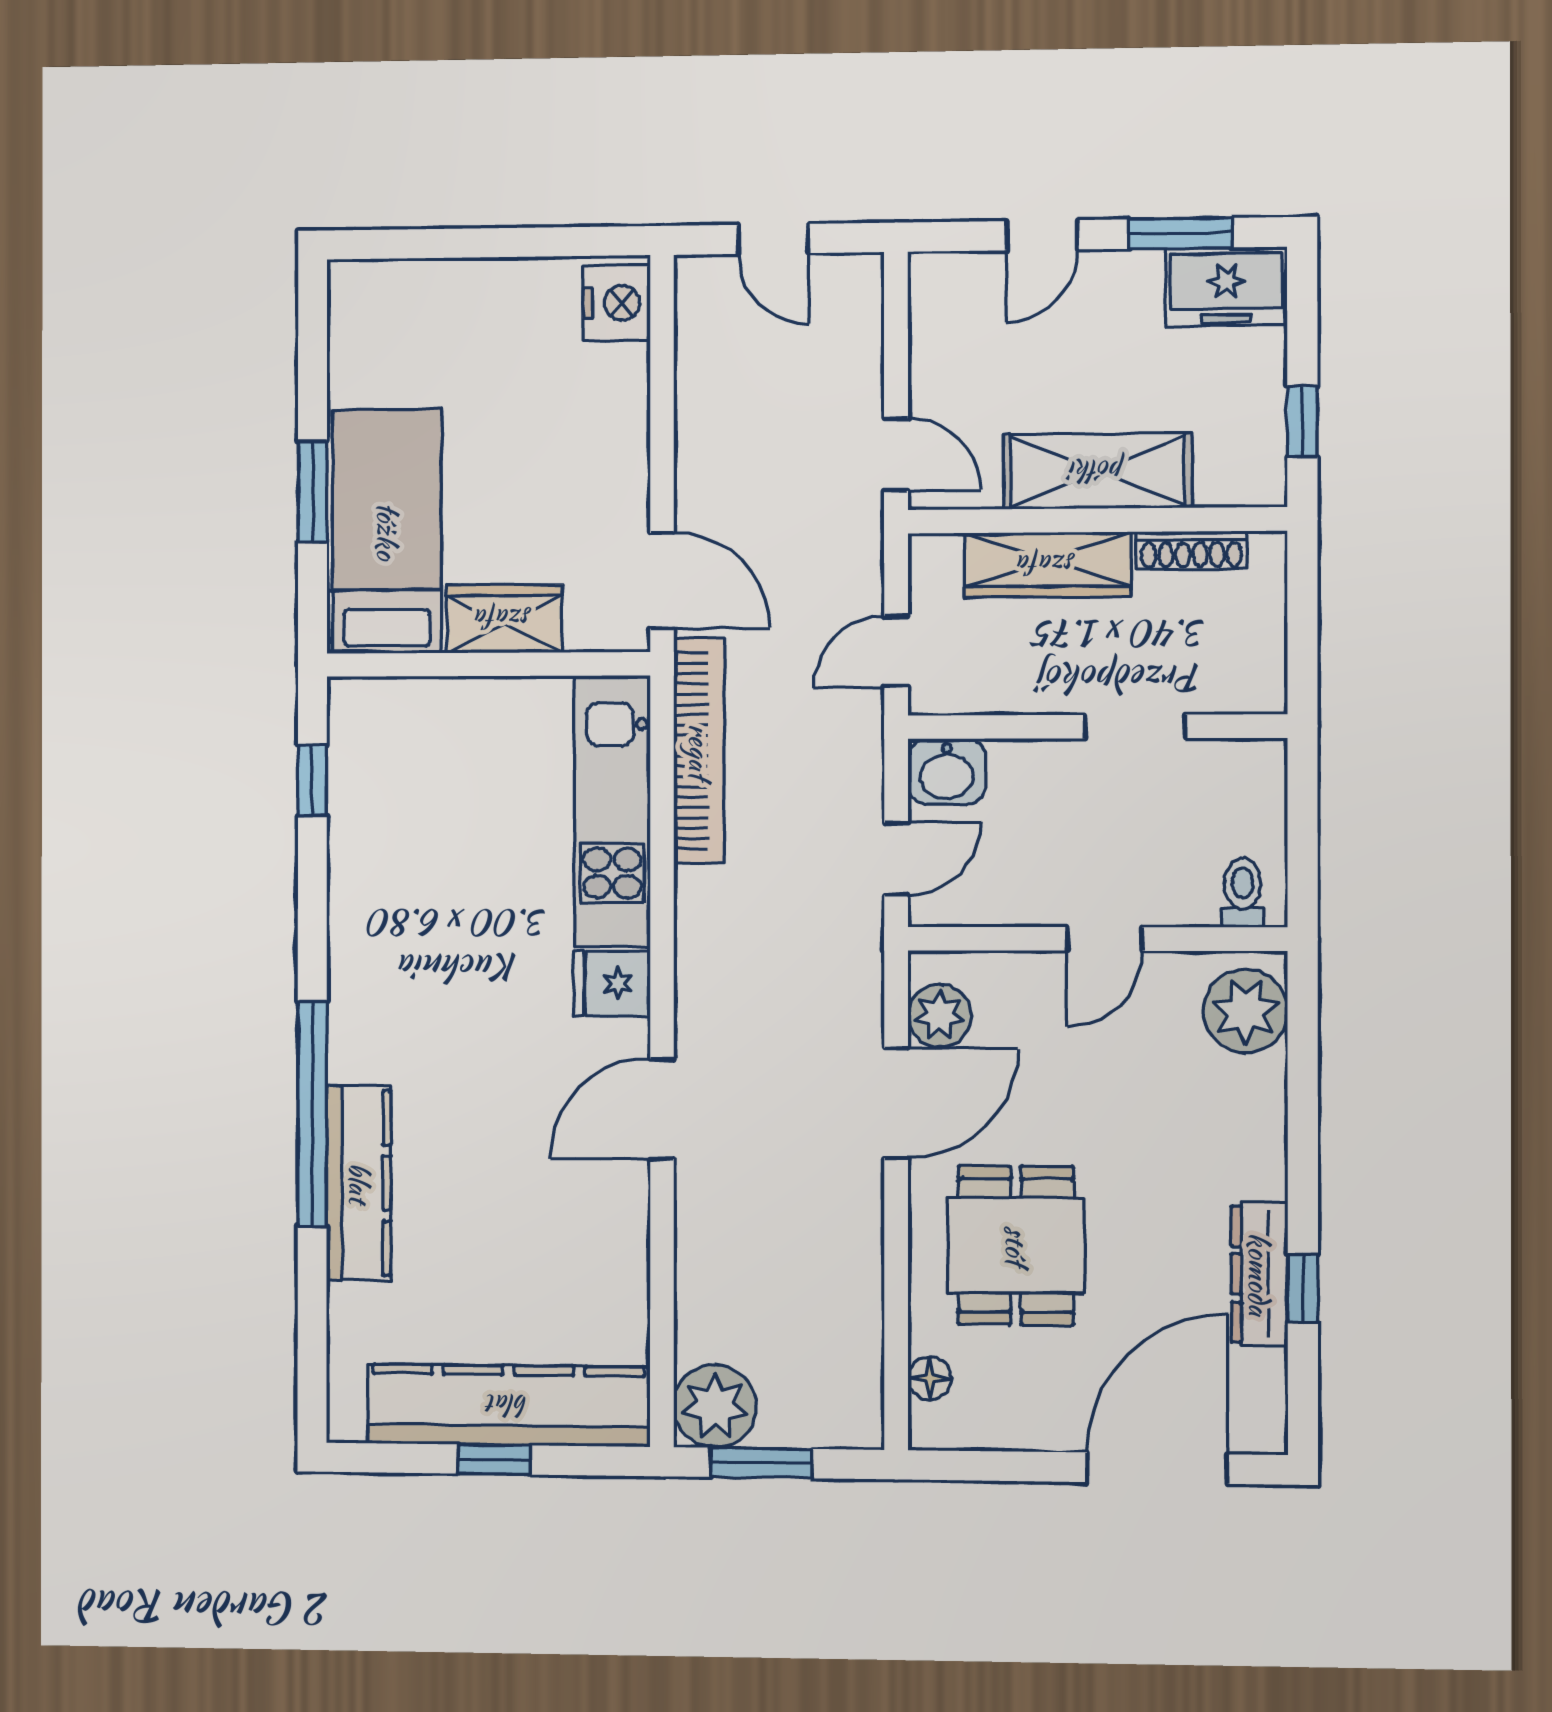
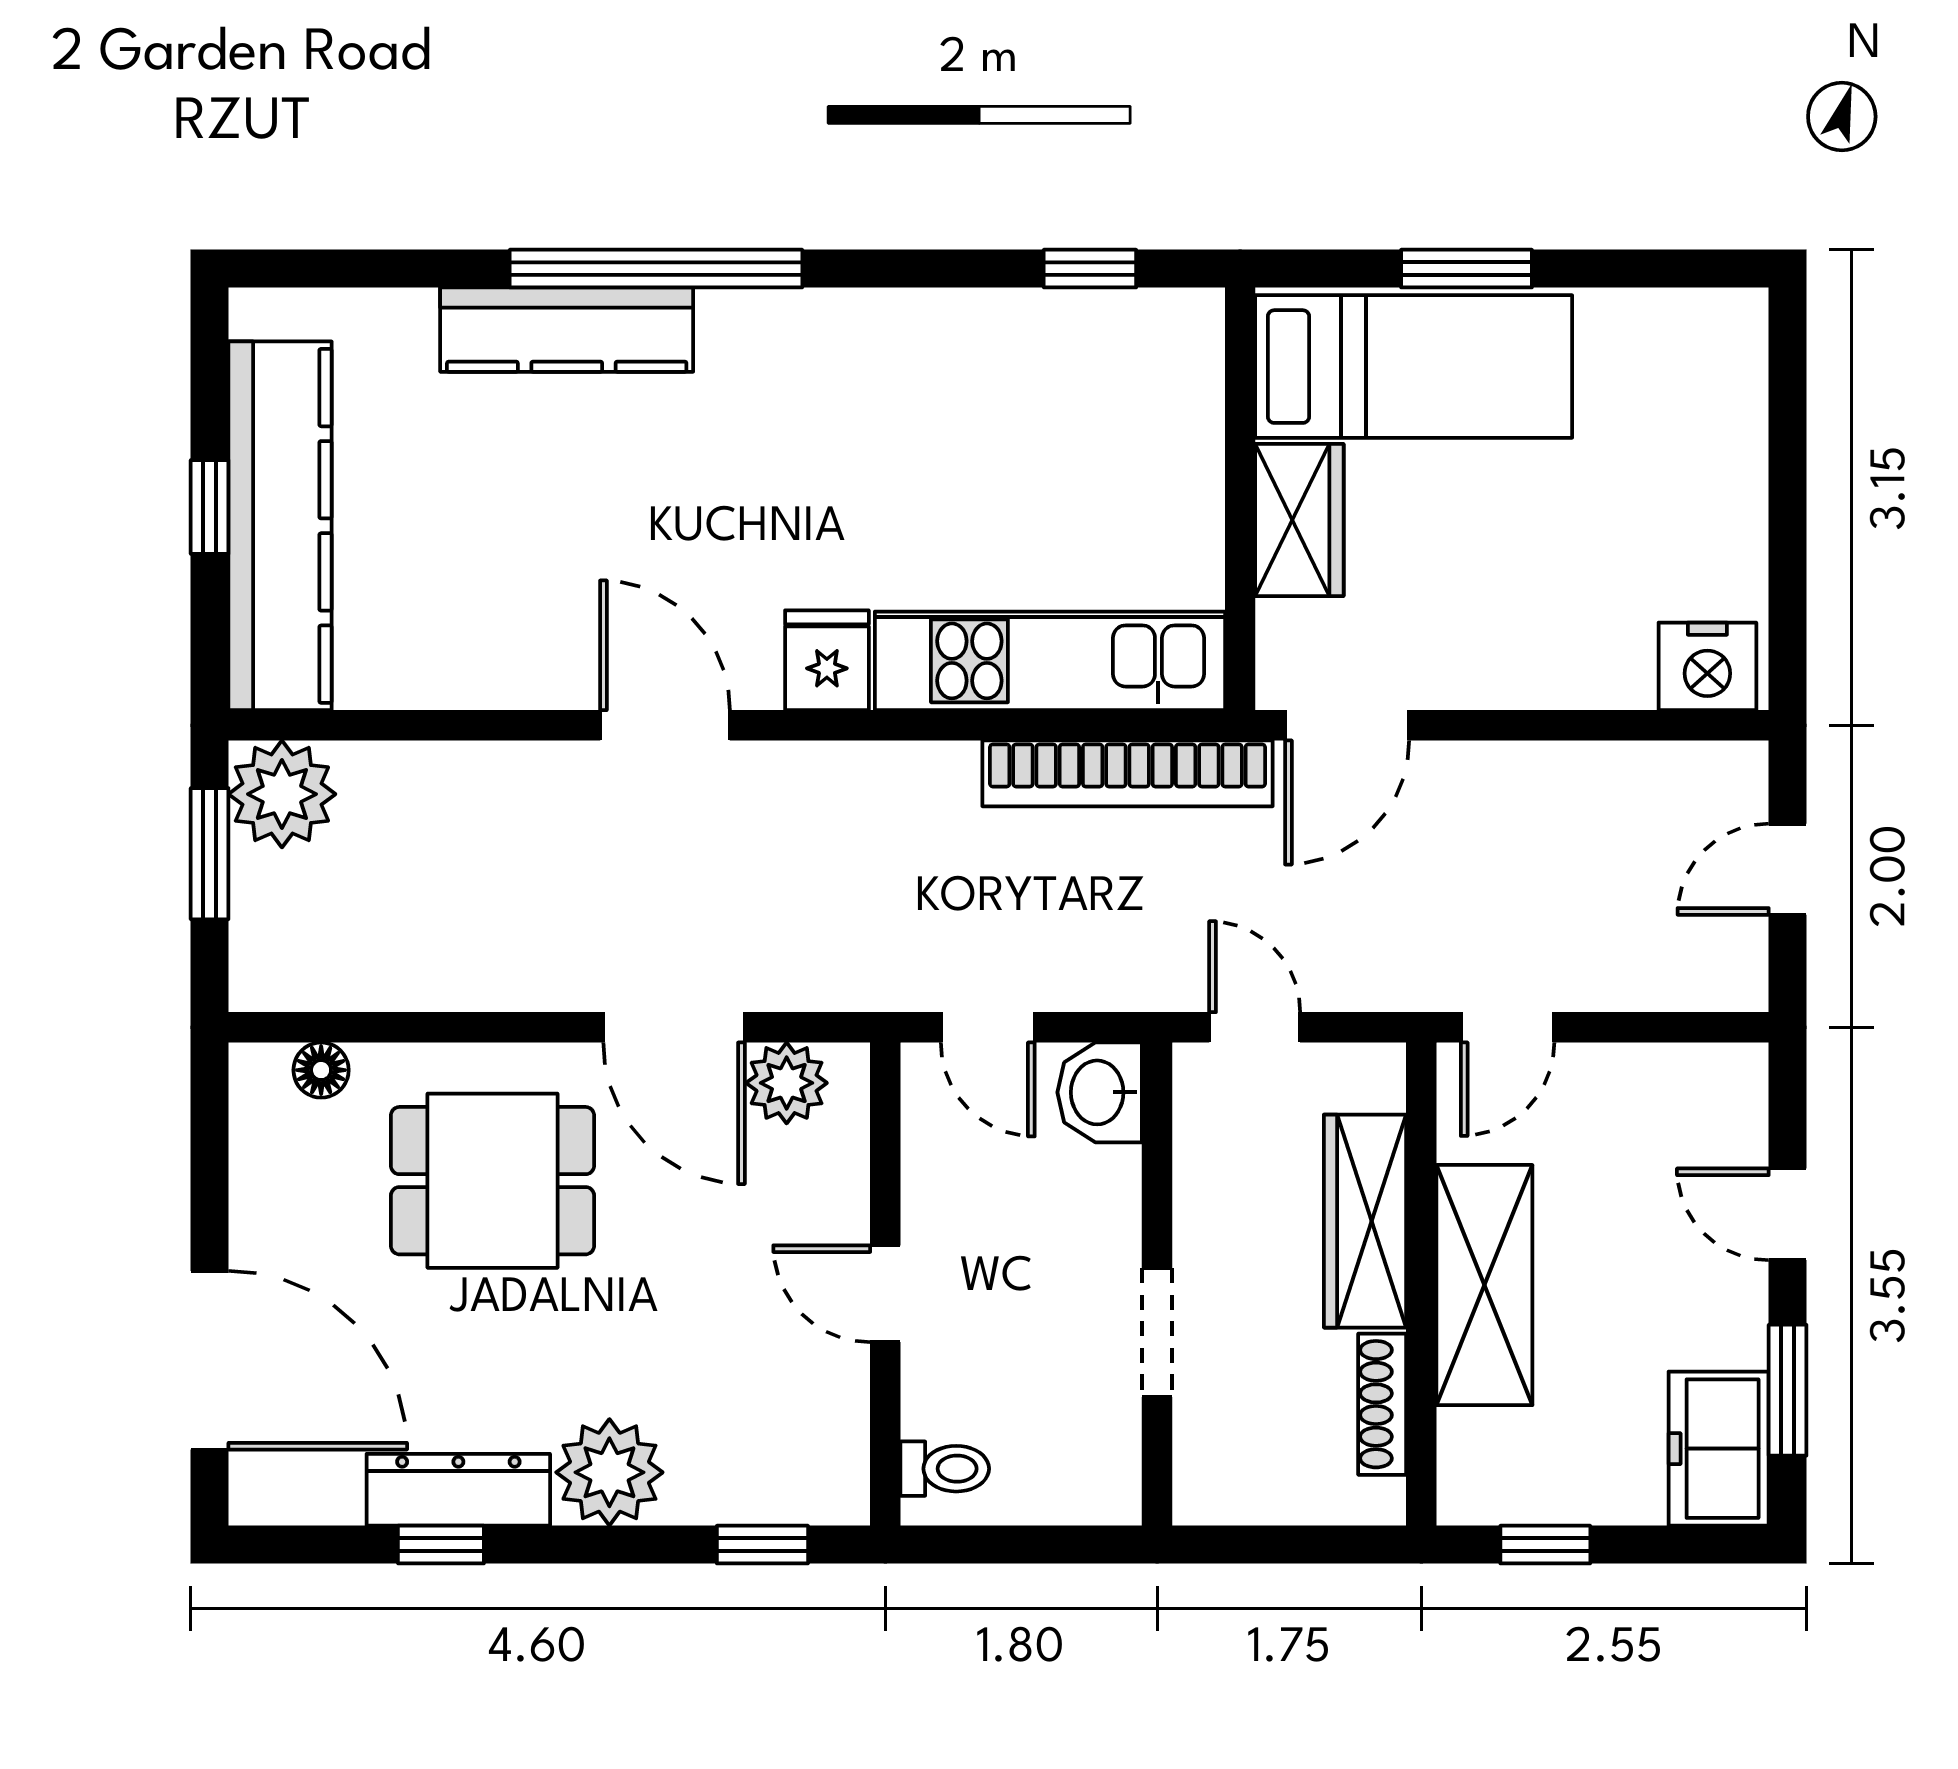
plant: (1245, 1011) -> (609, 1472), moved
window: (1303, 1036) -> (762, 1545), added

